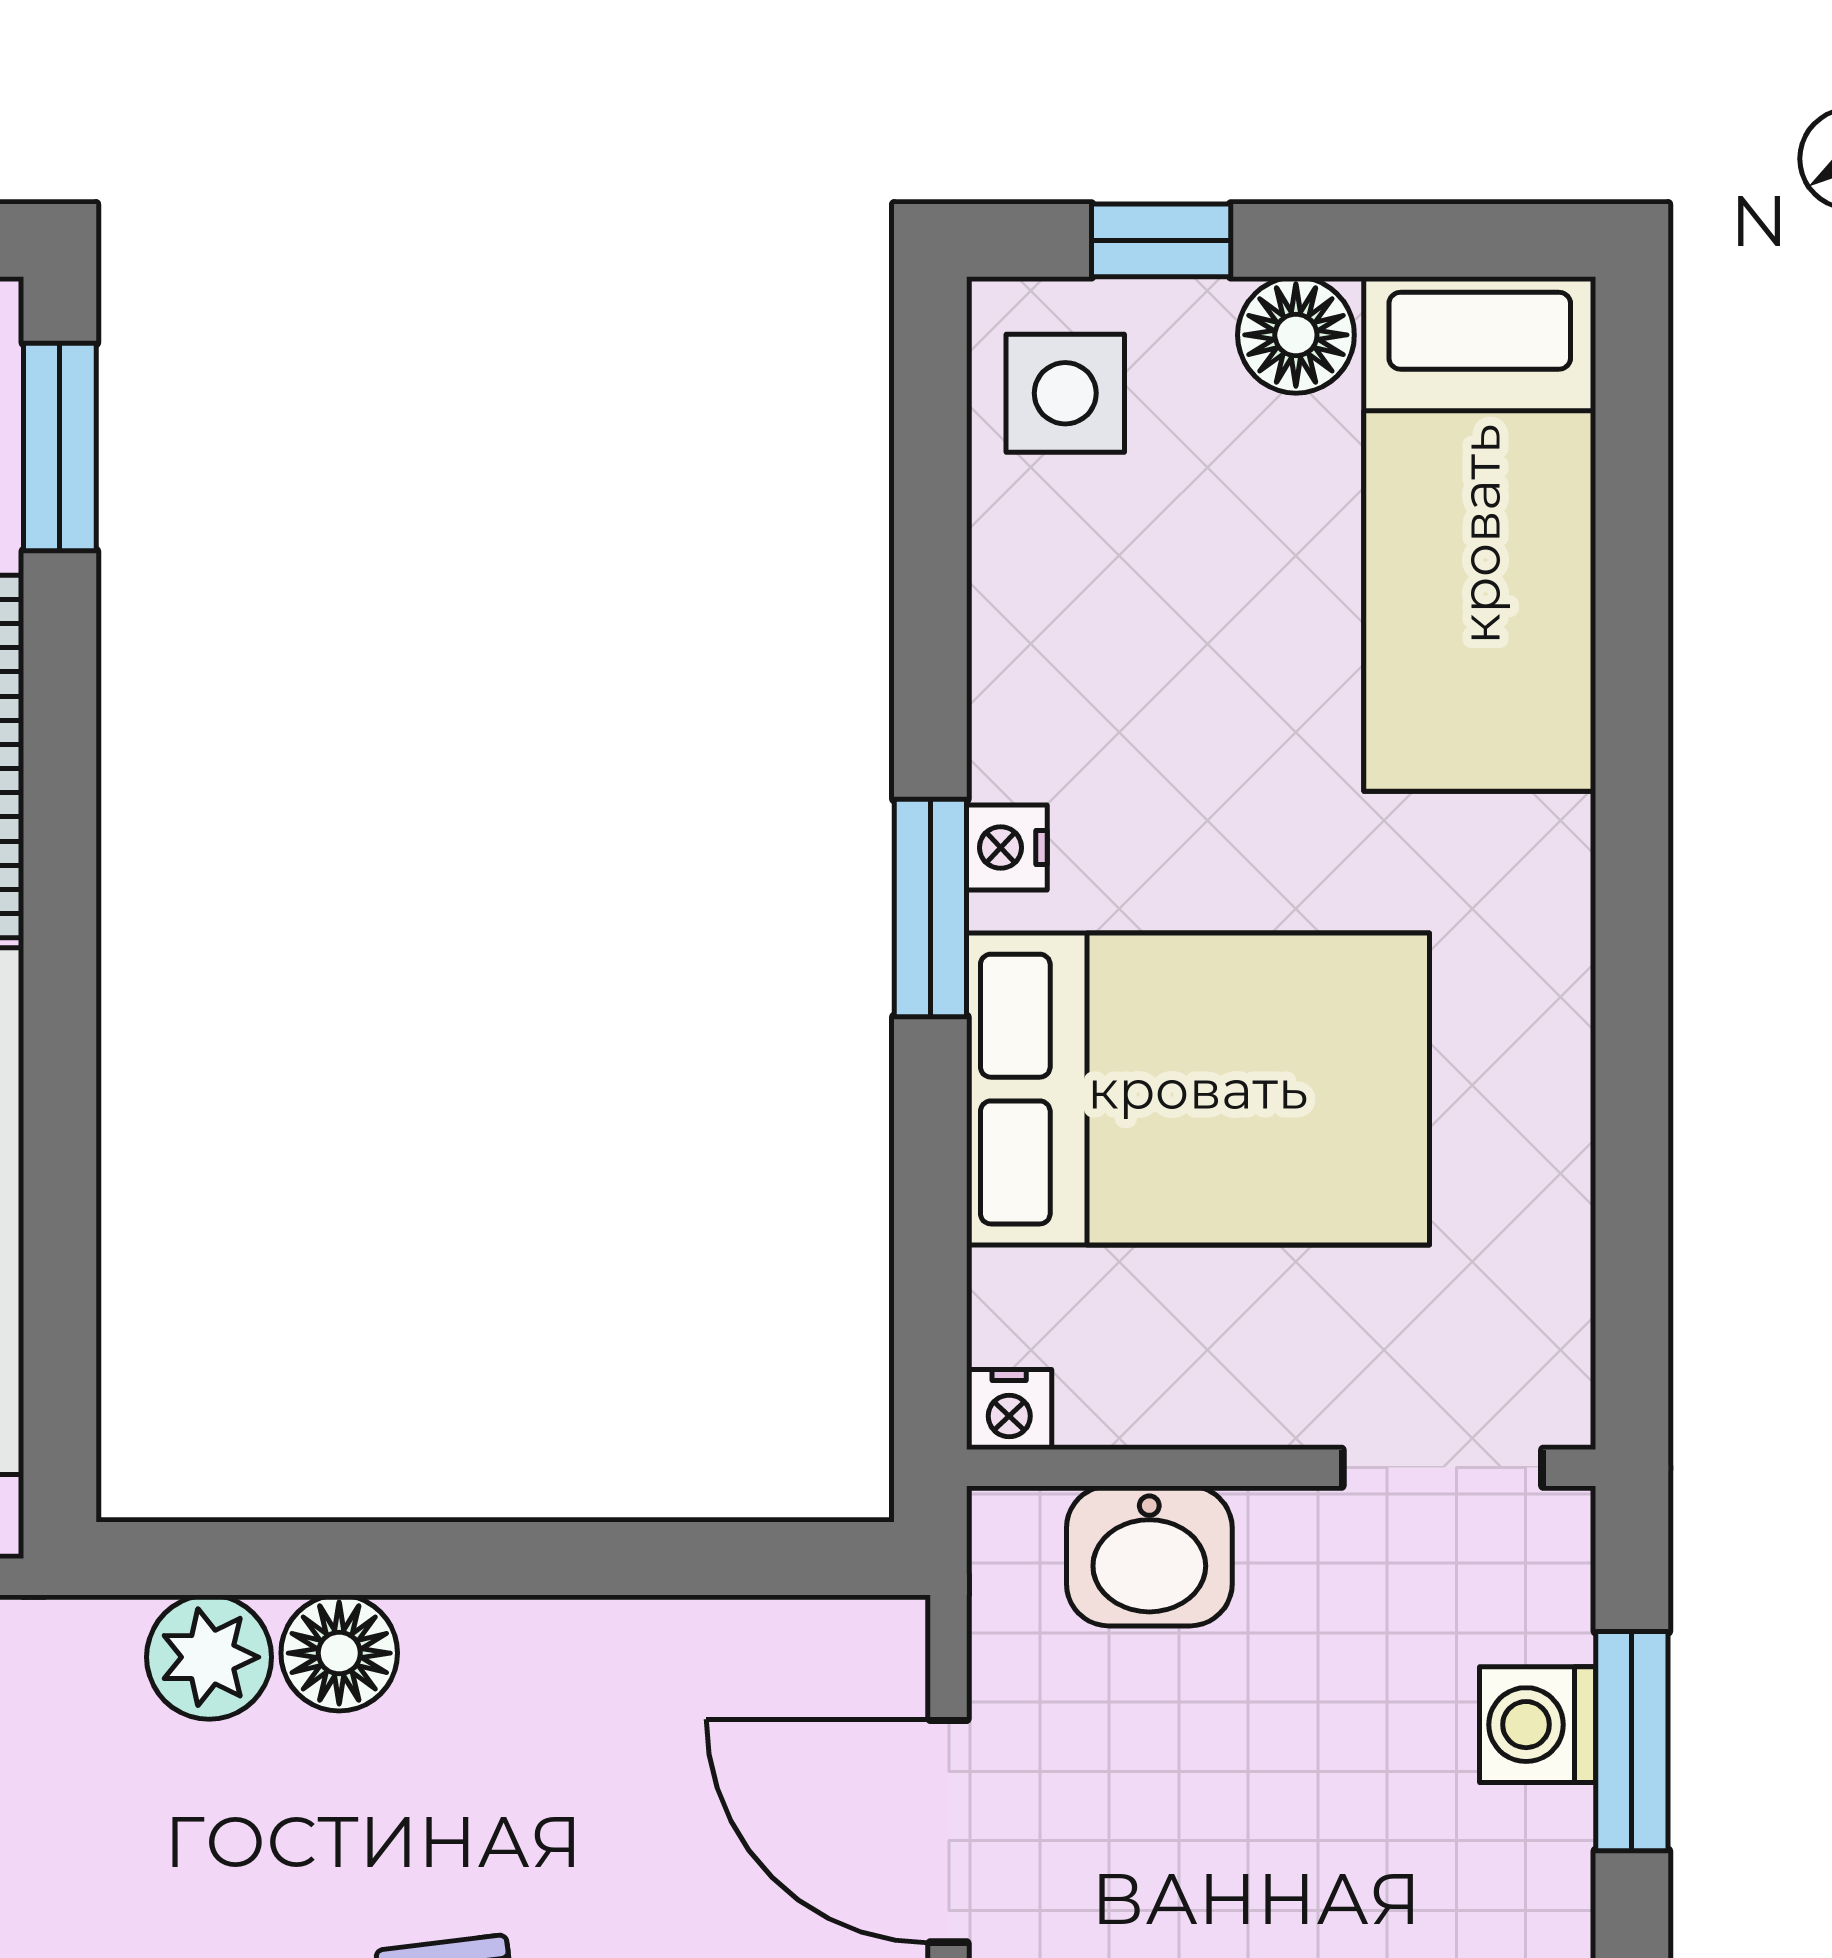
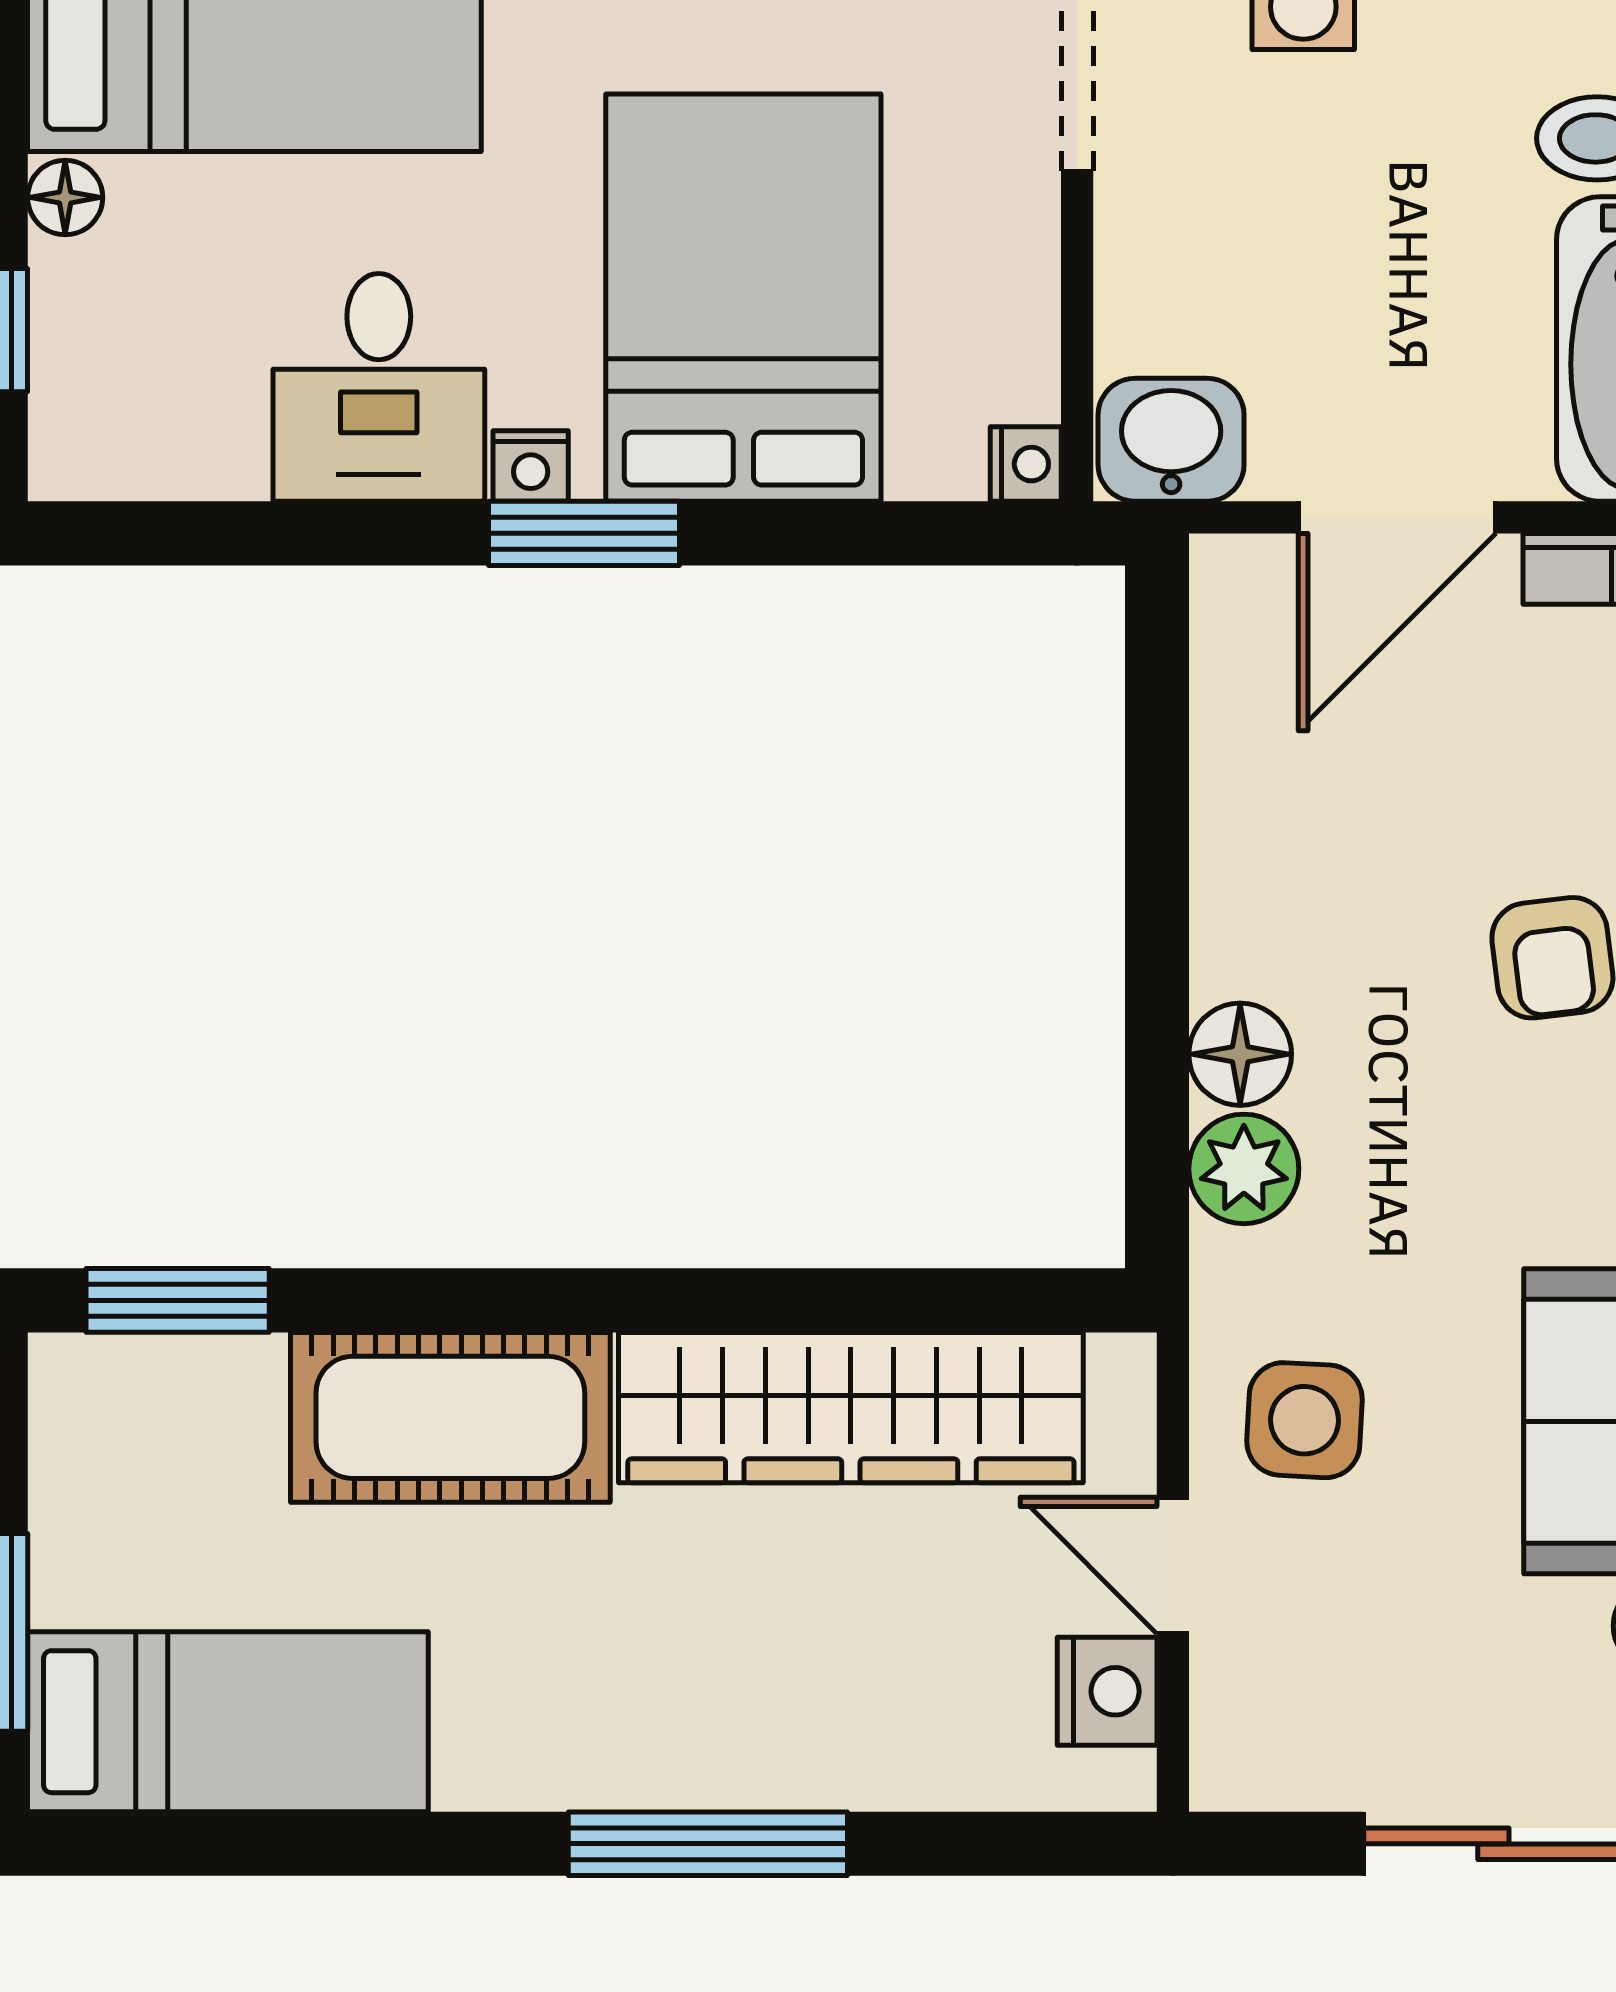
floor lamp: (1296, 335) -> (65, 197), width x0.73, depth x0.73
side table: (1065, 393) -> (130, 415), removed
desk: (1096, 675) -> (379, 387), added
washbasin: (1149, 1556) -> (1171, 440), moved, turned -90

